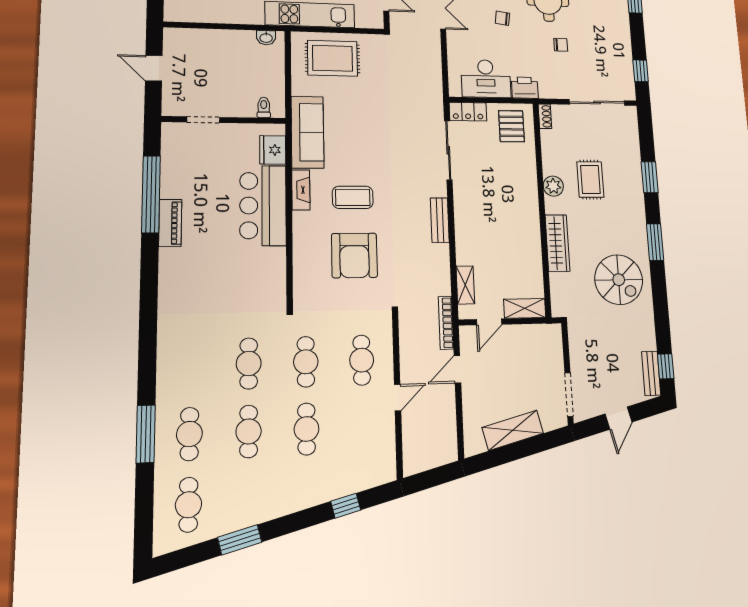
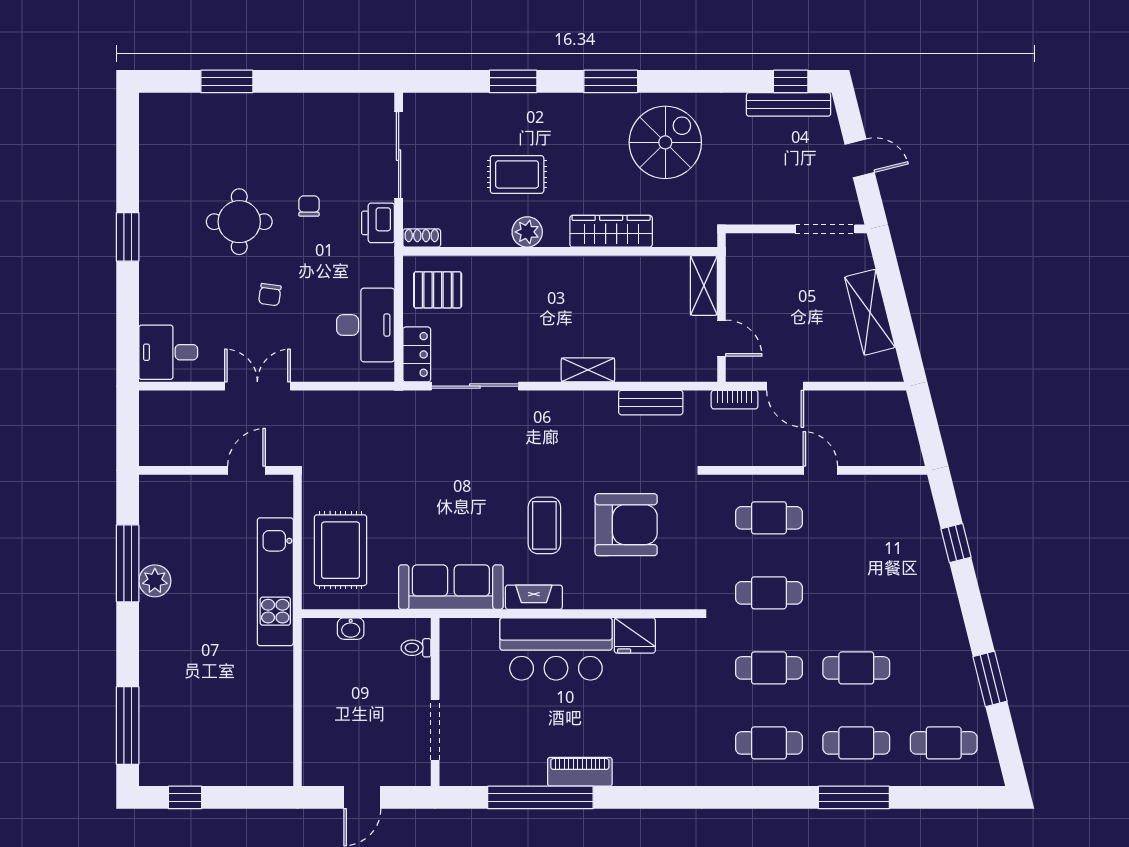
washbasin: (266, 38) -> (351, 629), moved, turned 90
window: (641, 71) -> (347, 81), removed
printer: (525, 88) -> (378, 223), moved
doorway: (203, 120) -> (435, 730), width x1.38
fridge: (273, 150) -> (635, 635), moved
bench: (440, 220) -> (651, 403), moved
shelving: (465, 285) -> (588, 370), moved
bookcase: (446, 323) -> (735, 400), width x0.64
bench: (651, 373) -> (789, 104), width x1.36
cafe table: (306, 429) -> (769, 743), moved

